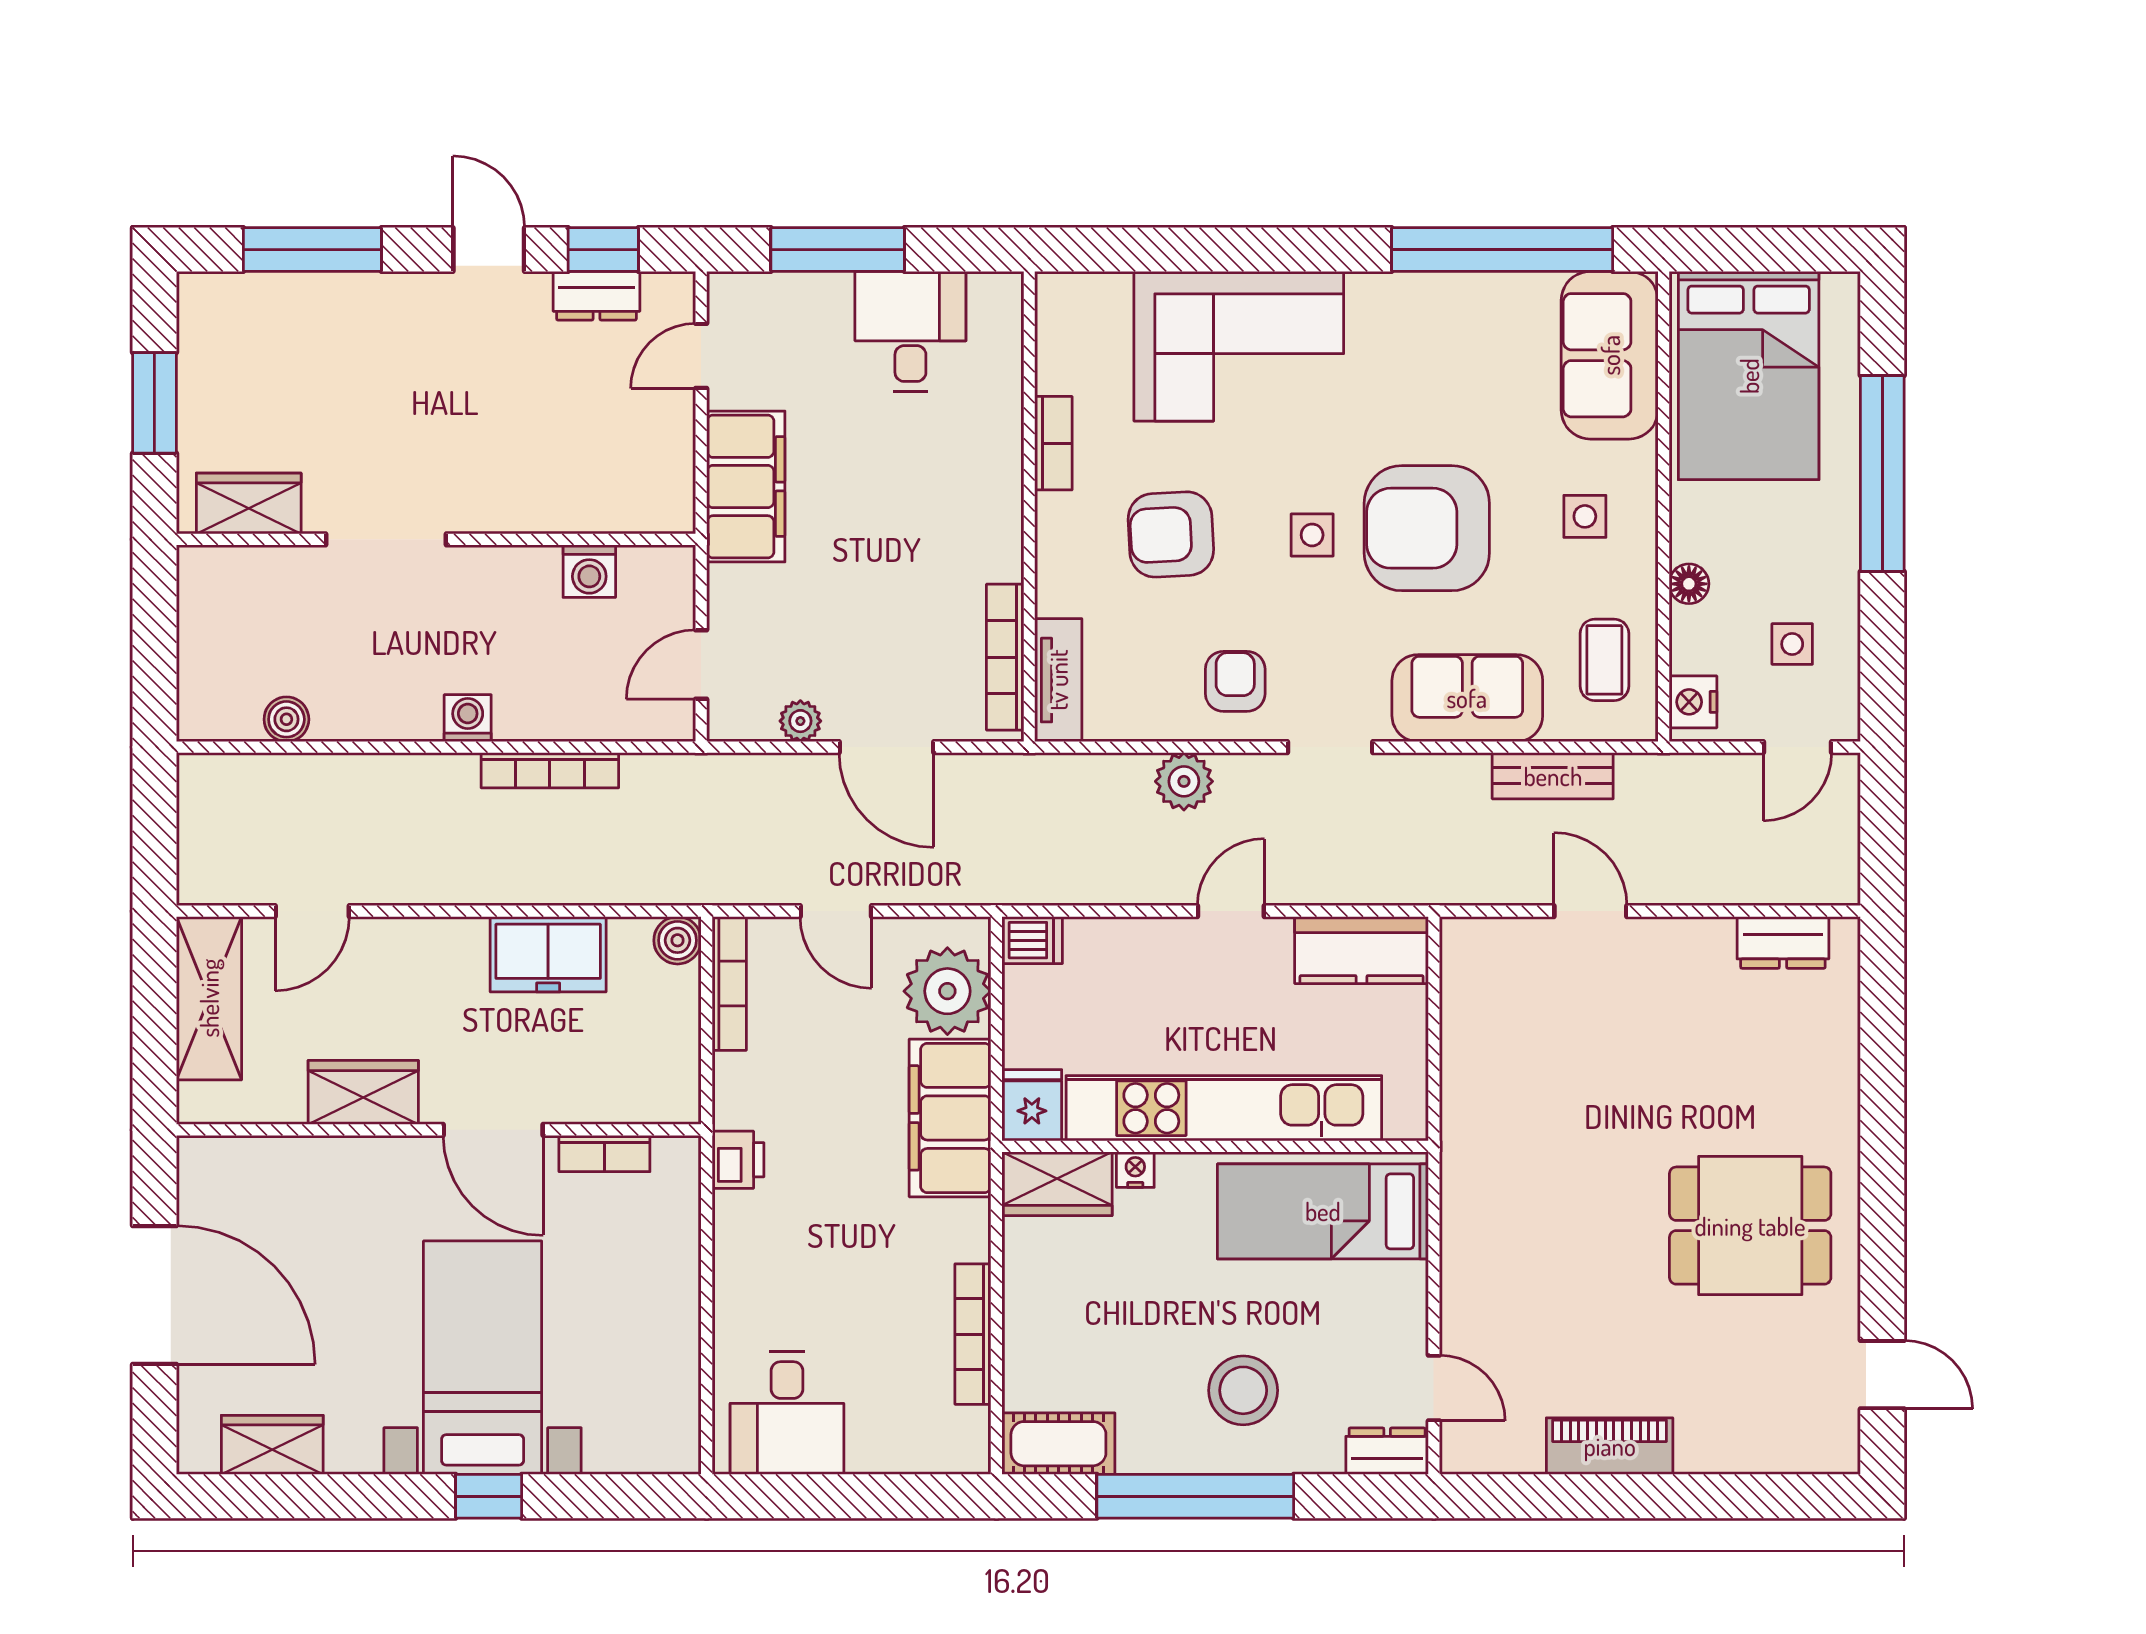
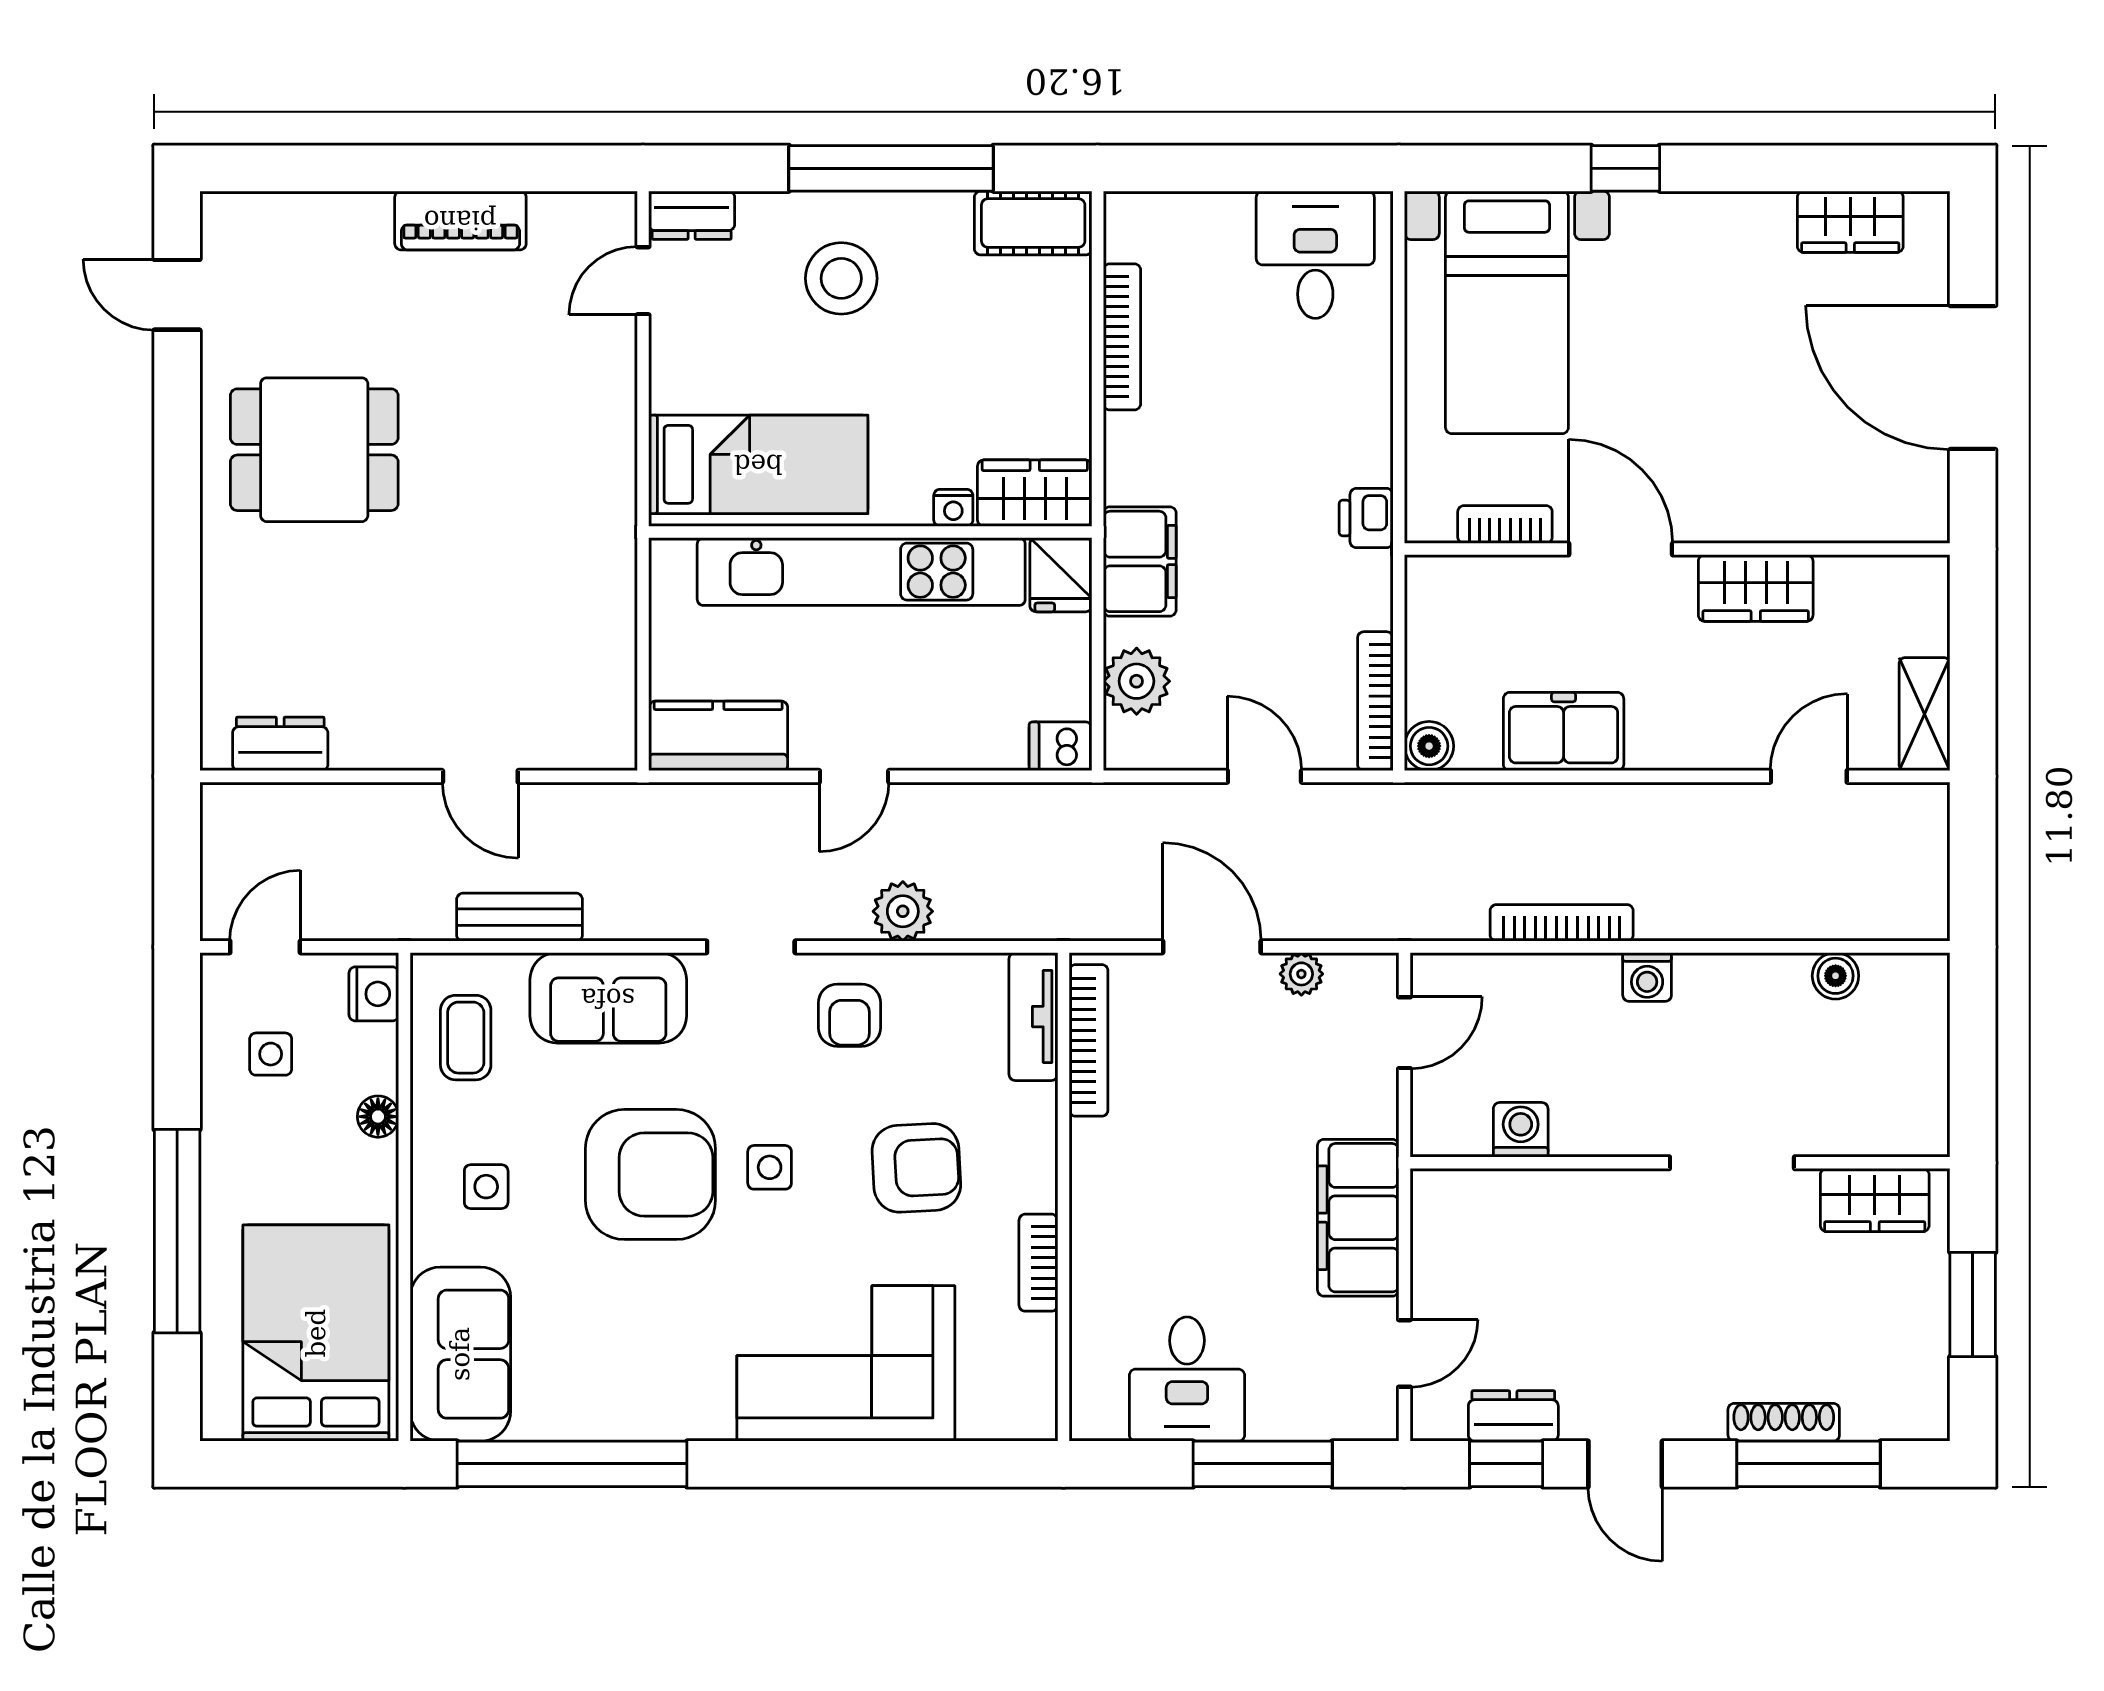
shoe rack: (336, 290) -> (1784, 1422), added
plant: (947, 991) -> (1137, 681), width x0.73, depth x0.73
shelving: (209, 998) -> (1925, 714), width x0.67, depth x0.75
filing cabinet: (950, 1118) -> (1140, 561), width x0.67, depth x0.86
bed with nightstands: (483, 1358) -> (1507, 312), moved
door: (1434, 1388) -> (643, 281), hinge flipped

